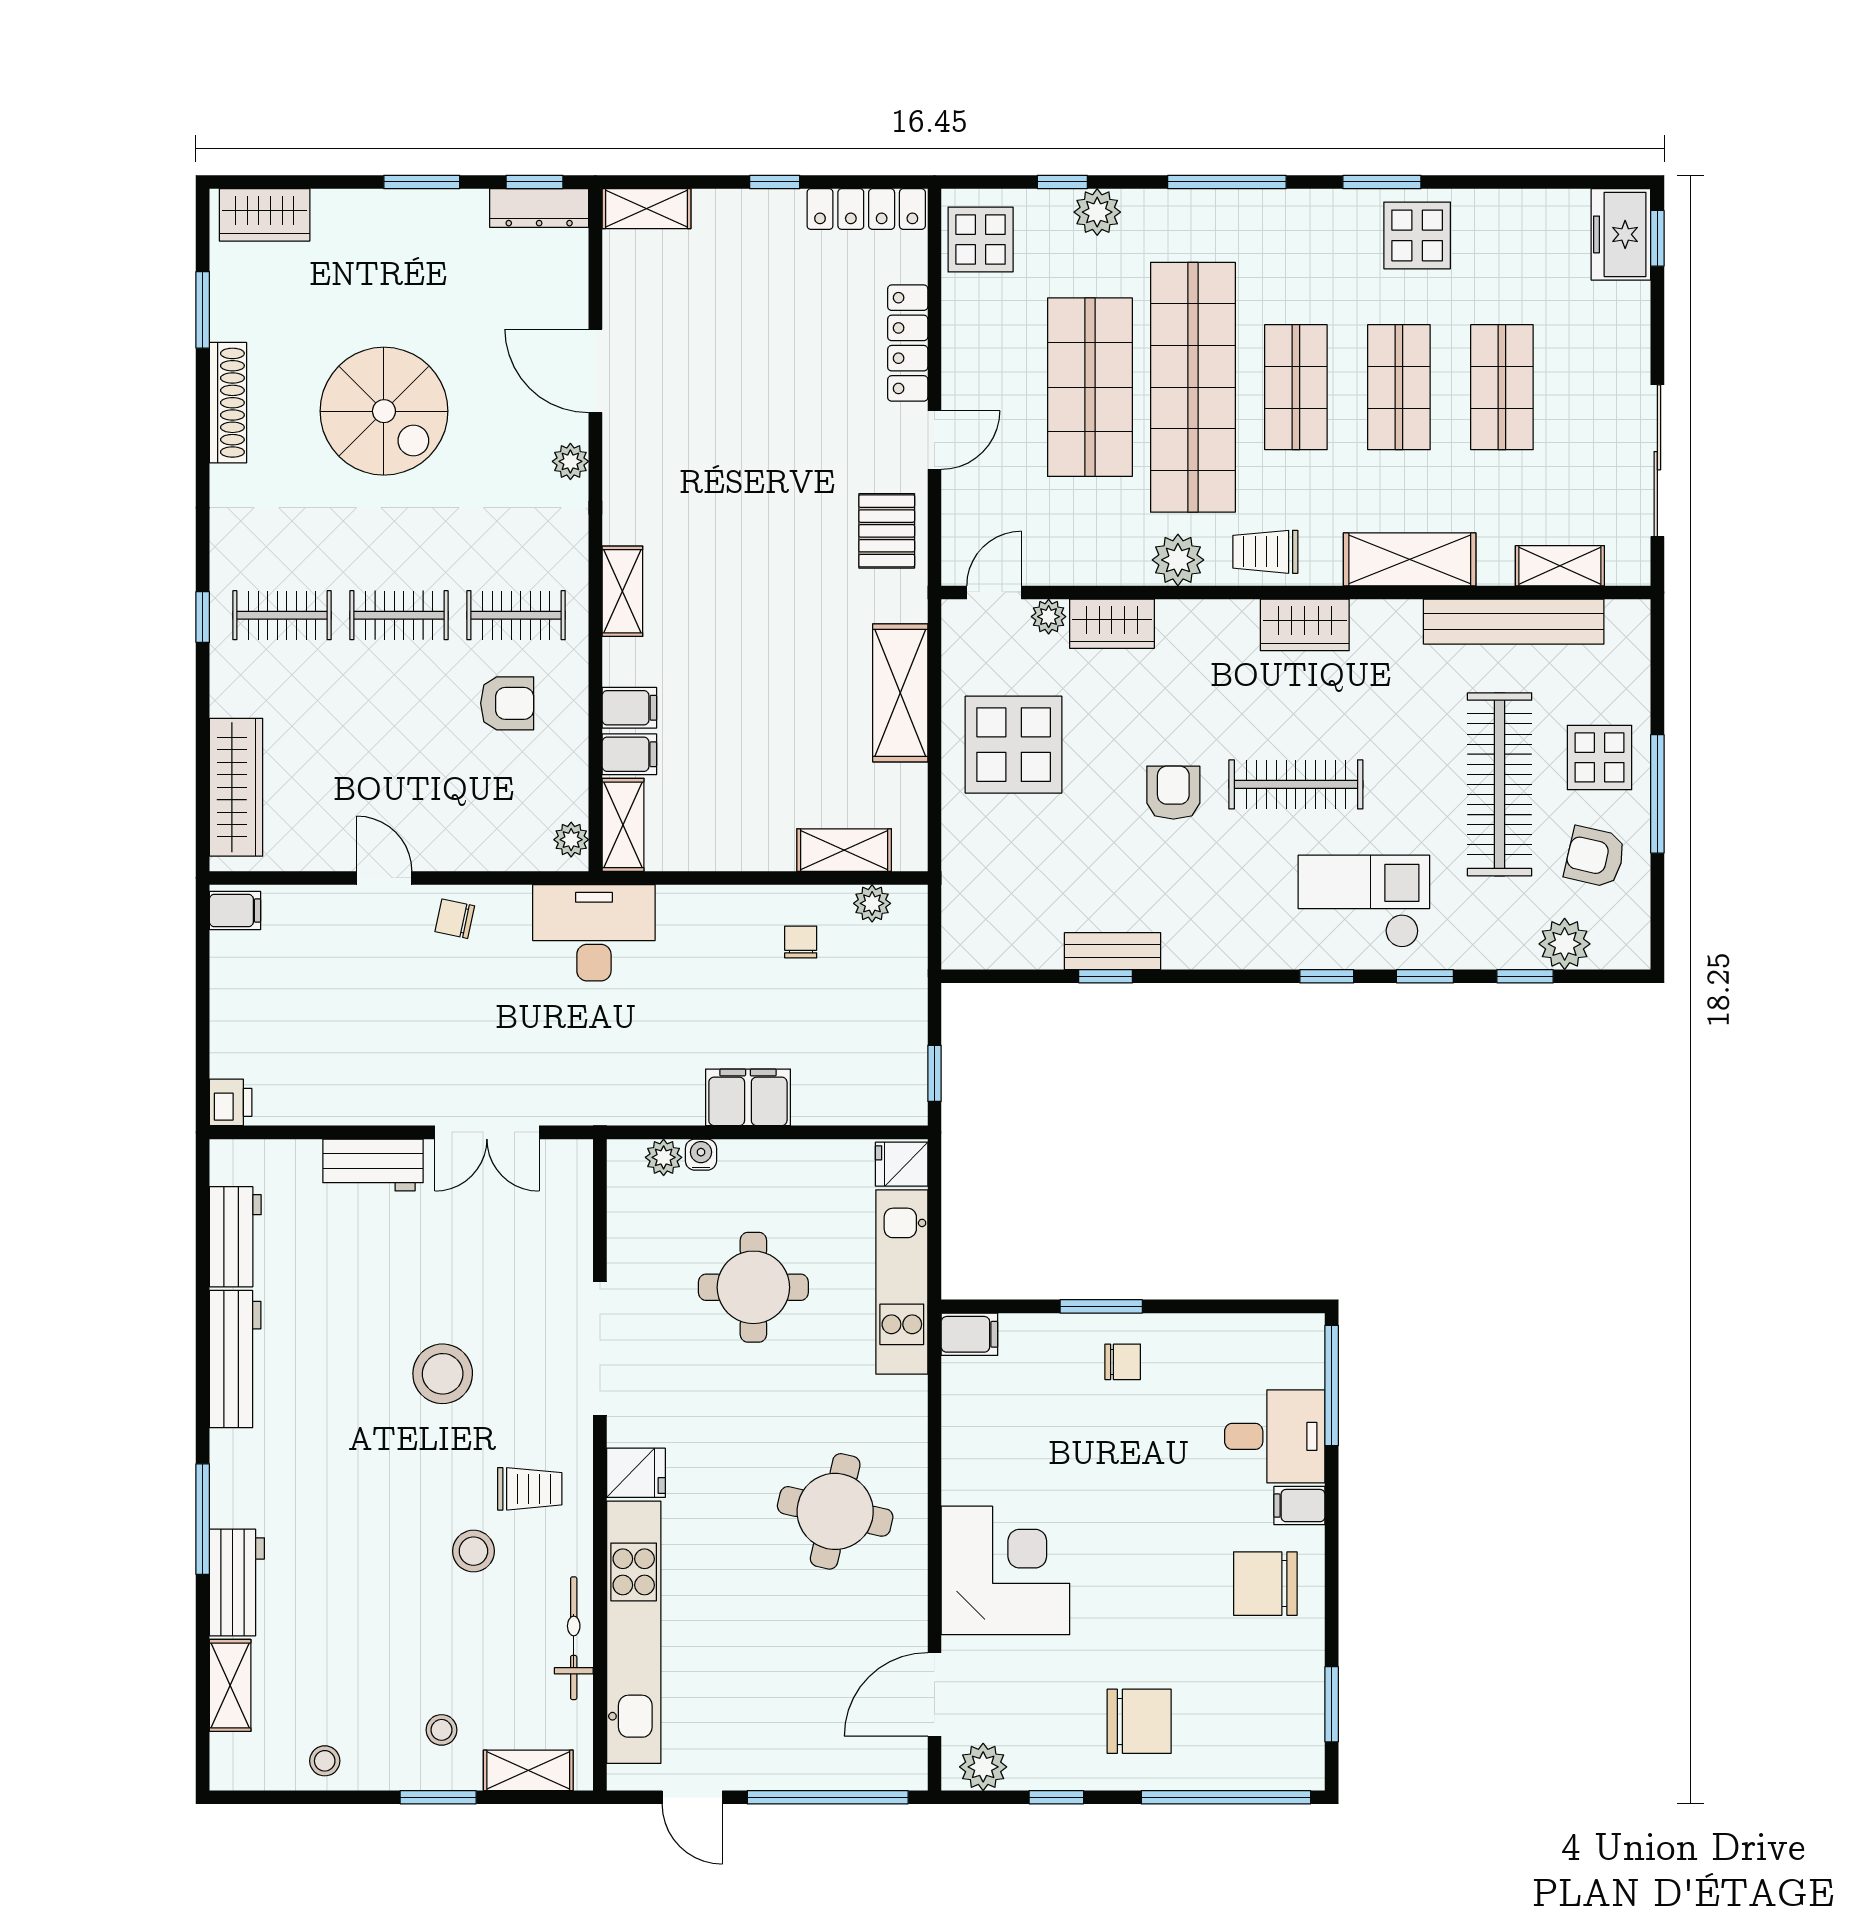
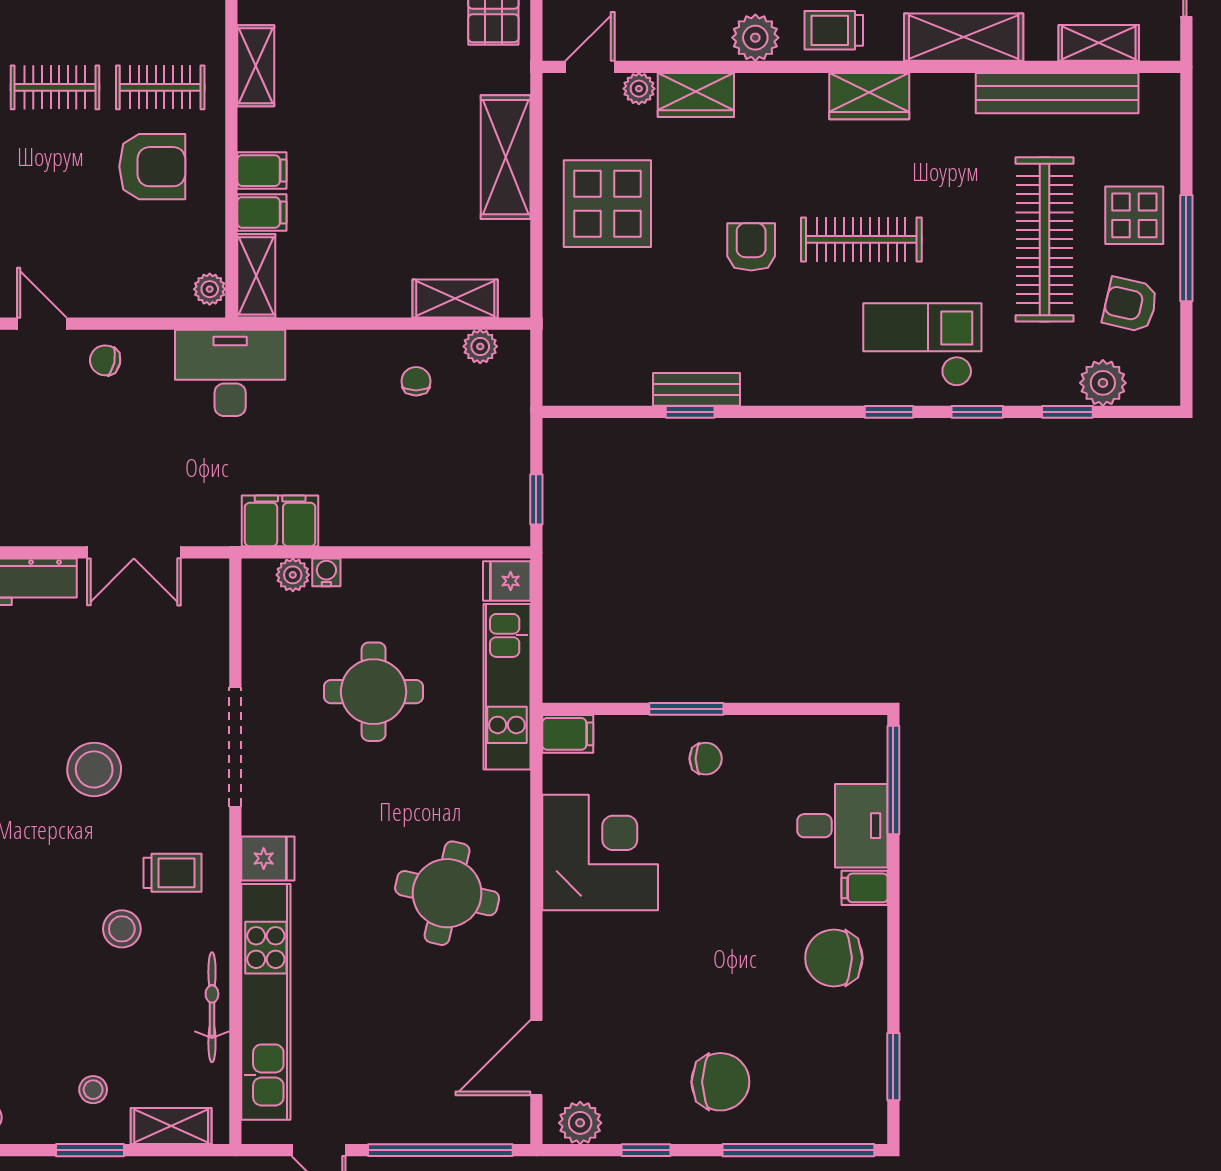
armchair: (507, 703) -> (152, 167), width x1.38, depth x1.38
filing cabinet: (748, 1097) -> (280, 521), moved
corner desk: (1005, 1570) -> (600, 853), moved

